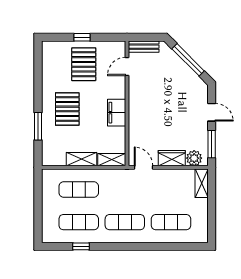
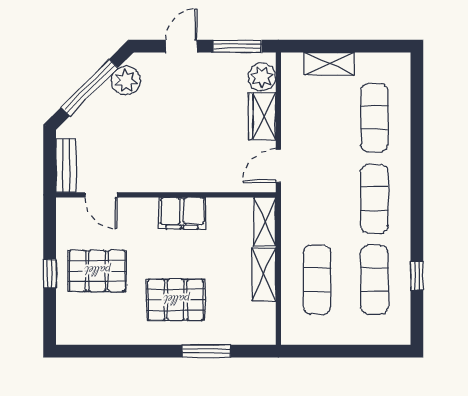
plant: (192, 80) -> (126, 81), added
shelving: (202, 183) -> (329, 64), moved

